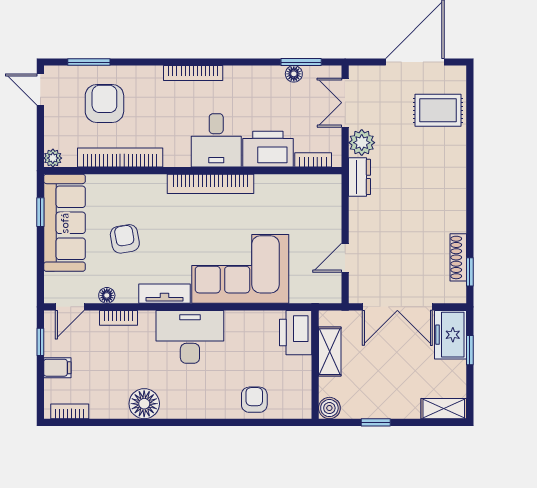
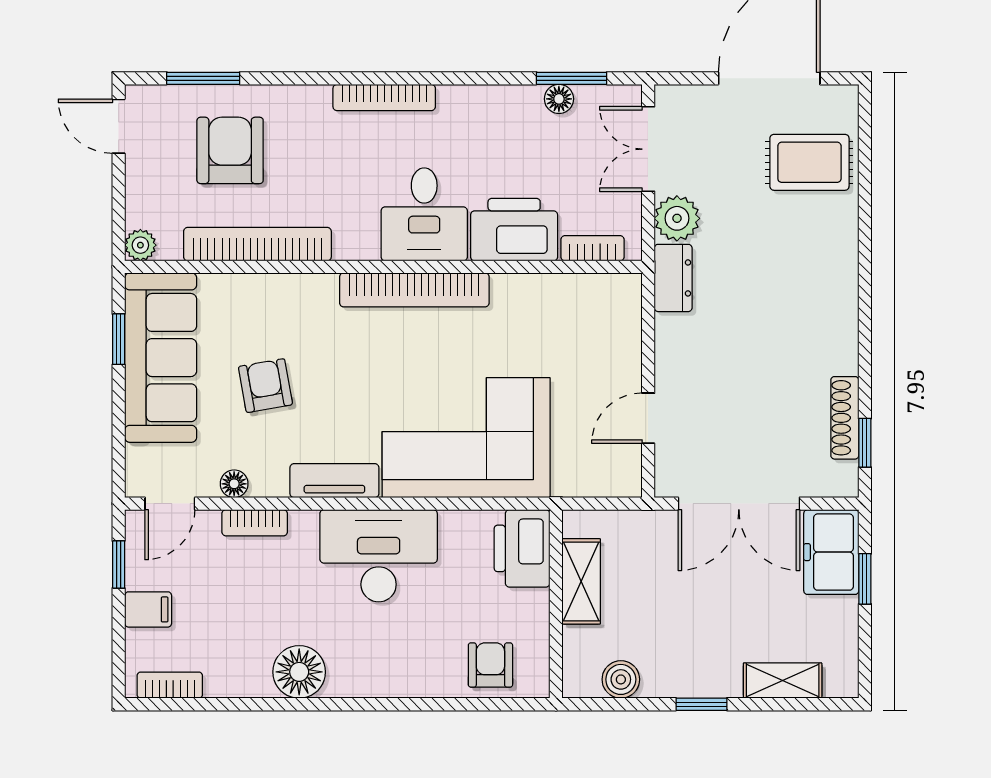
printer: (296, 333) -> (522, 548), moved
shelving: (330, 352) -> (581, 581), moved
wall: (315, 365) -> (556, 604), moved
shelving: (444, 409) -> (783, 681), moved

